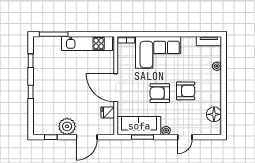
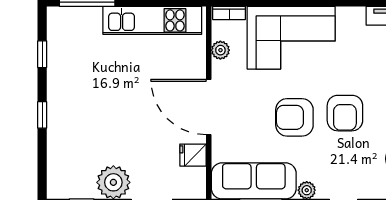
plant: (122, 59) -> (220, 50), added
armchair: (186, 91) -> (345, 113), turned 90

